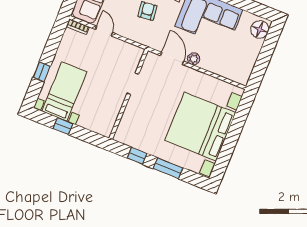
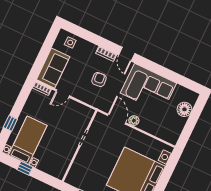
floor lamp: (260, 29) -> (184, 109), moved
door: (104, 31) -> (63, 93), swing flipped

